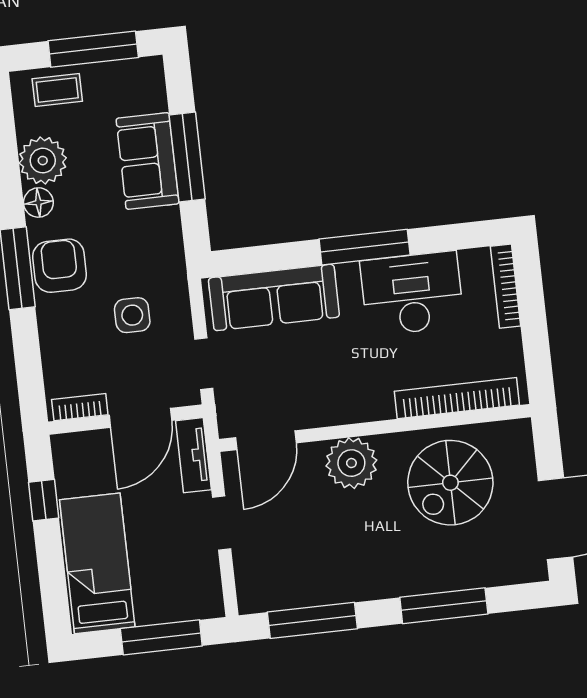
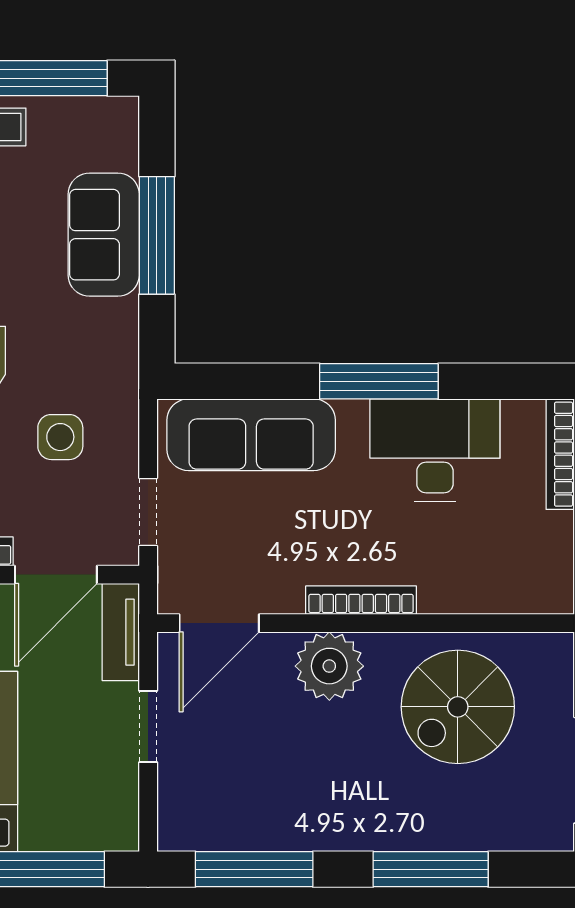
bookcase: (457, 398) -> (361, 600), moved, width x0.68, depth x0.76

